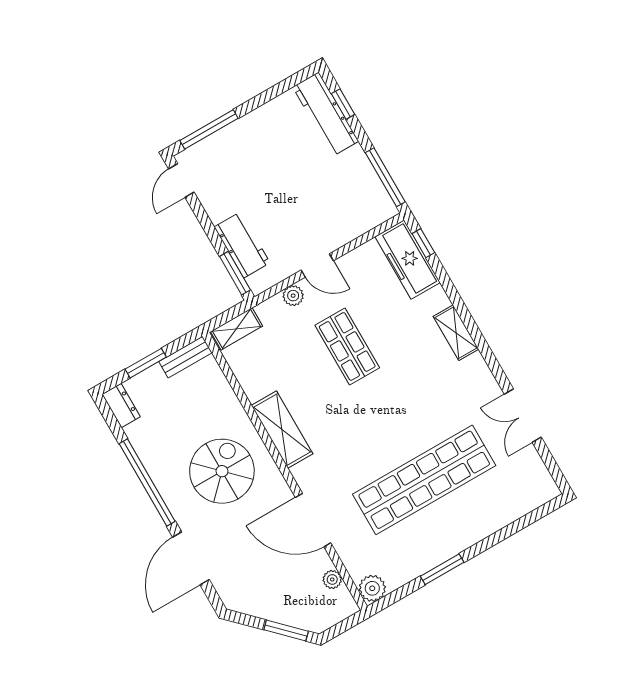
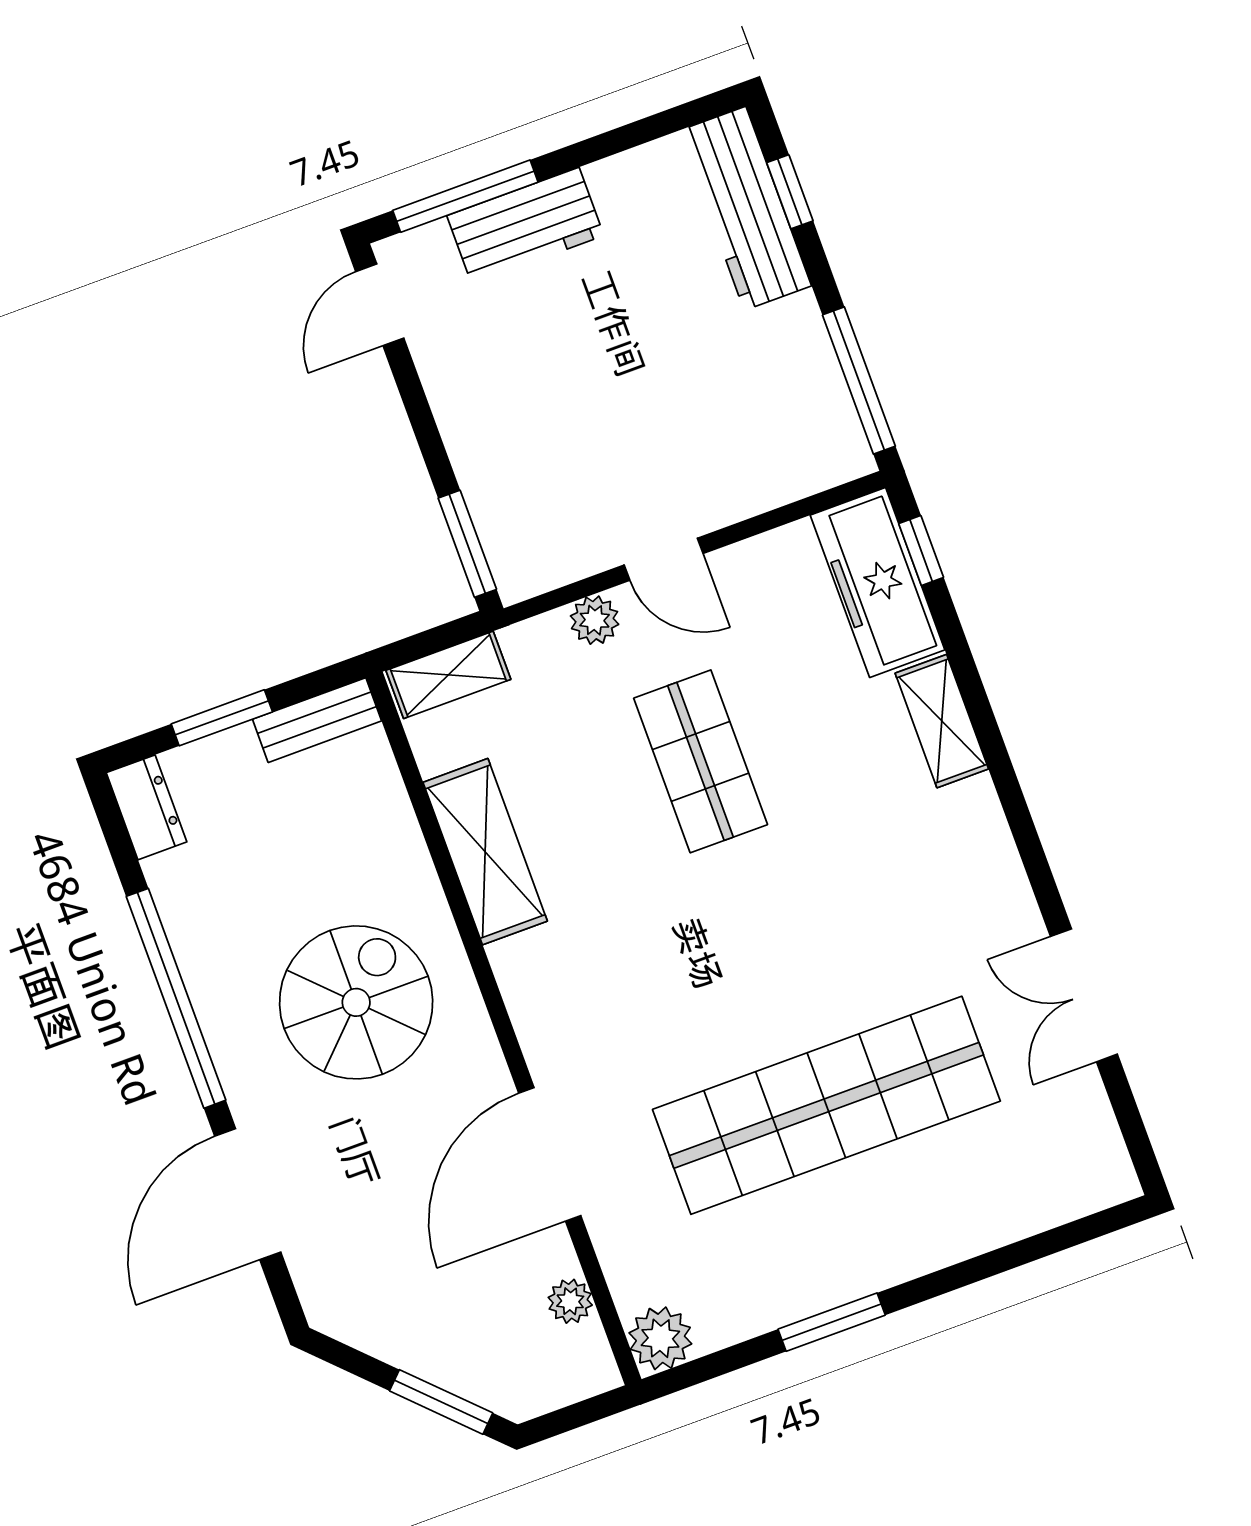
workbench: (242, 245) -> (525, 226), moved, turned 90
shelving: (456, 333) -> (942, 721), moved
shelving: (282, 430) -> (485, 852), moved
door: (313, 520) -> (550, 1154), hinge flipped

